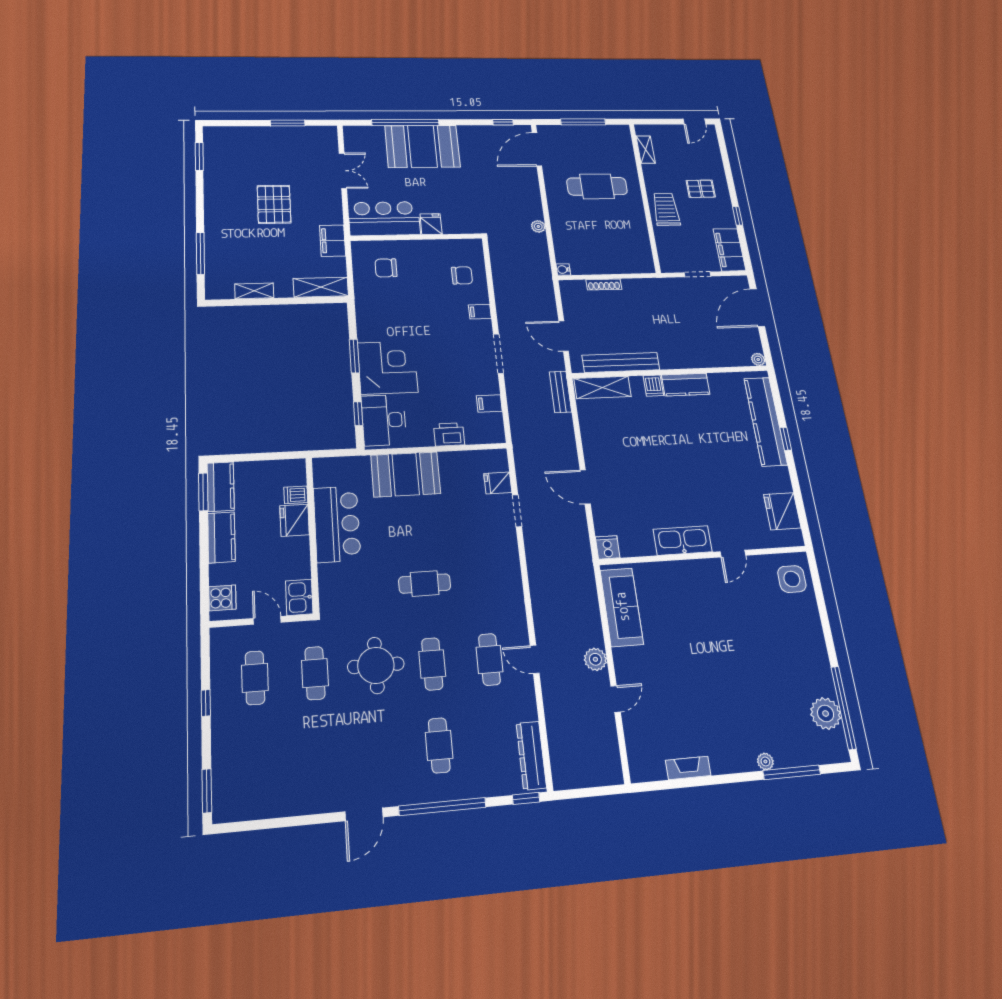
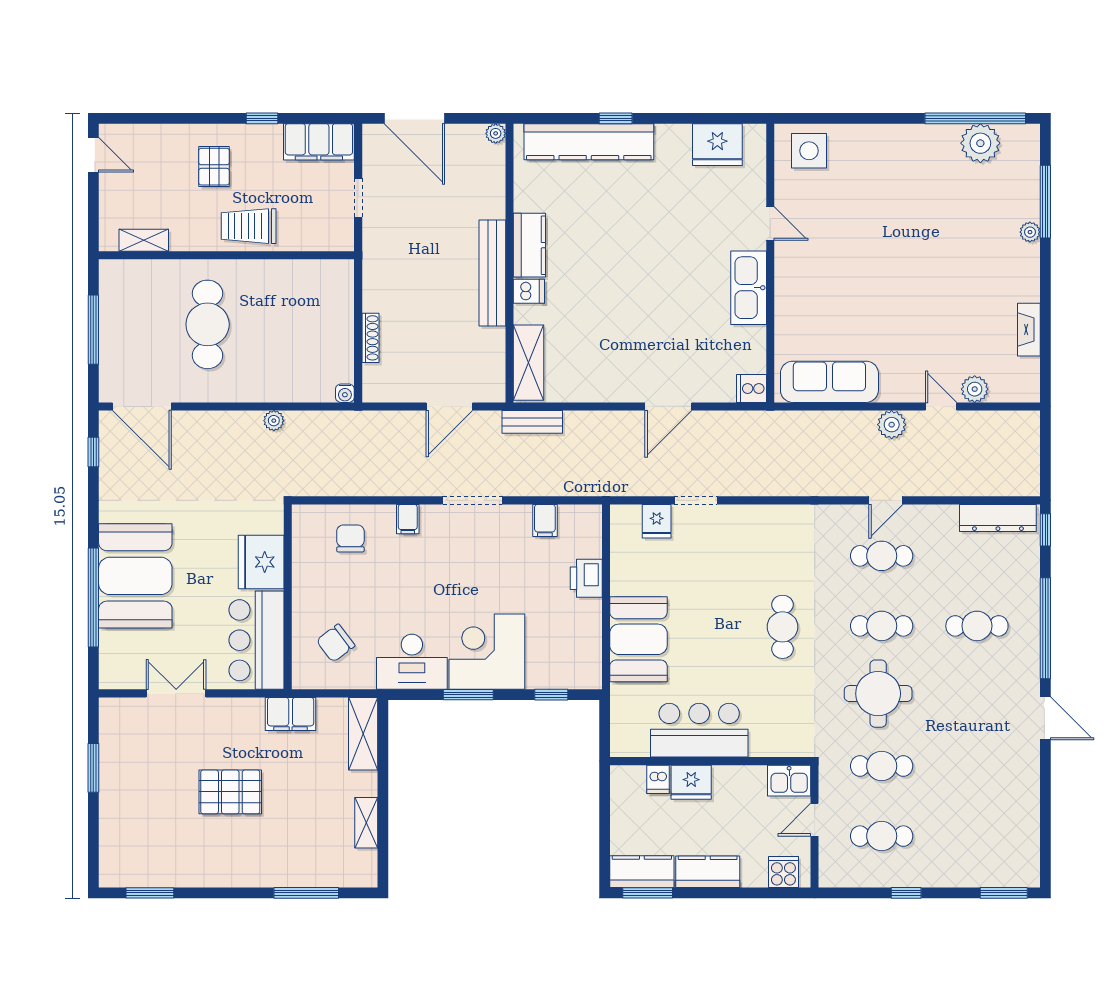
fridge: (431, 224) -> (261, 562), width x1.88, depth x1.34
chair: (386, 268) -> (336, 643), turned 53
bench: (621, 362) -> (492, 273), moved
desk: (384, 420) -> (412, 662), moved
plant: (633, 726) -> (975, 389), added

